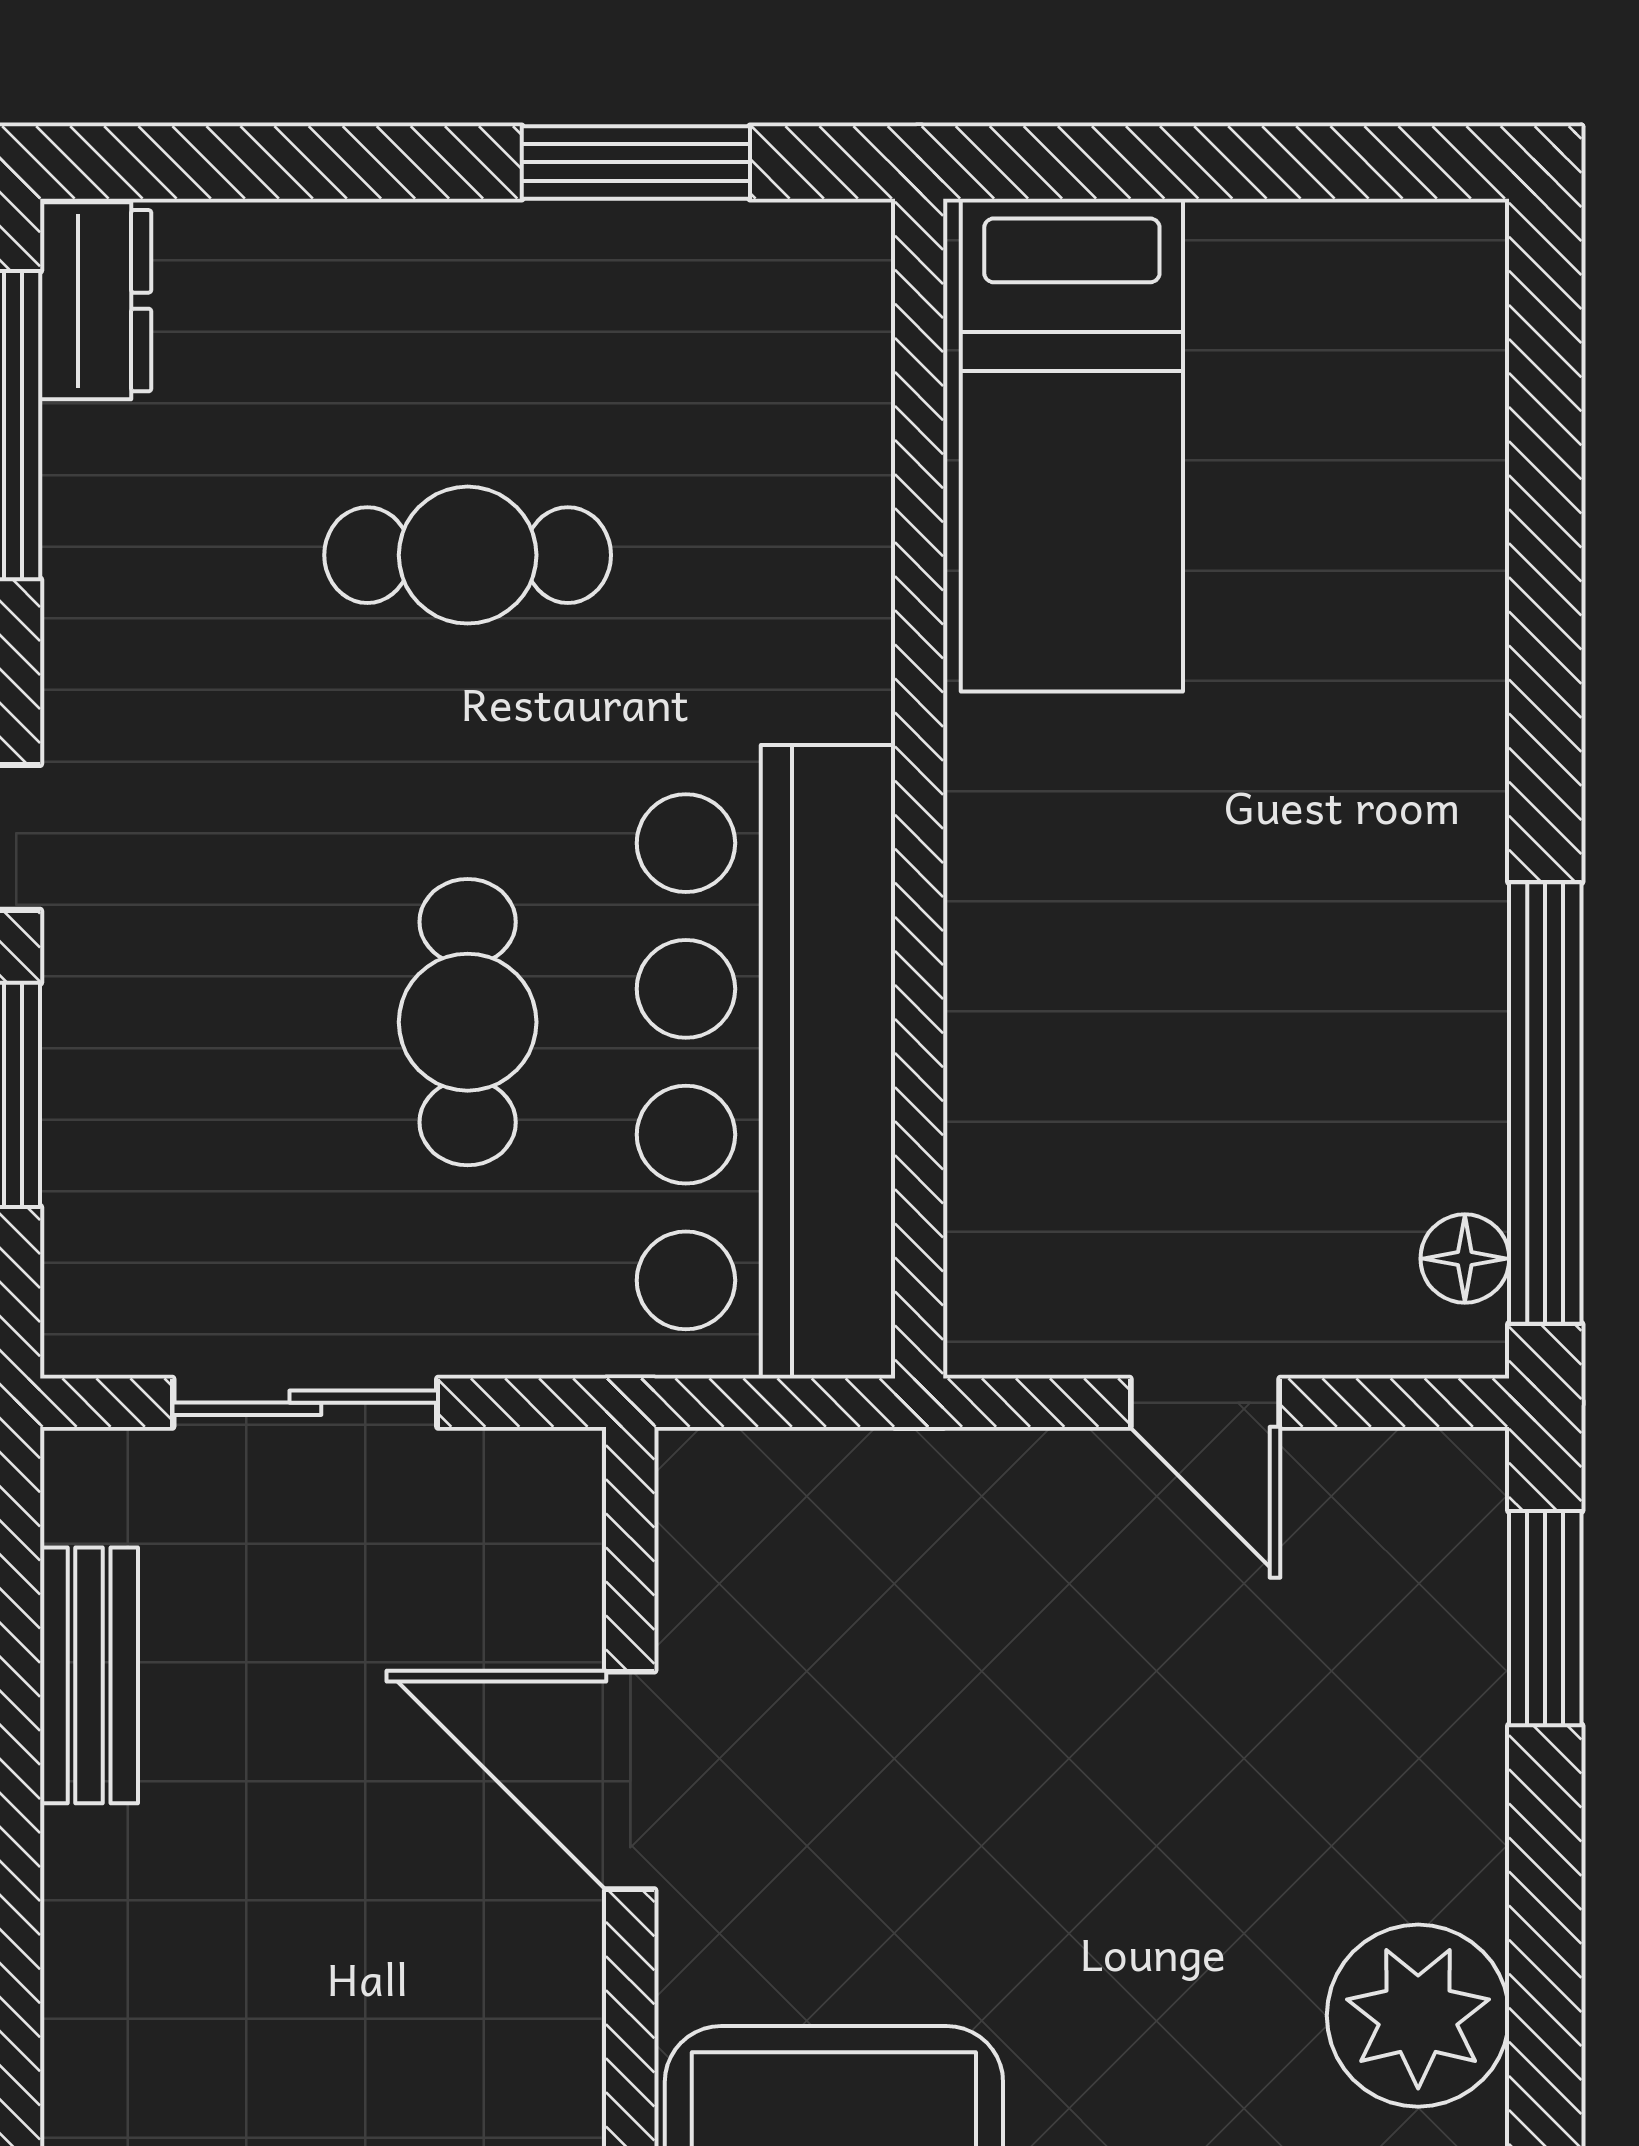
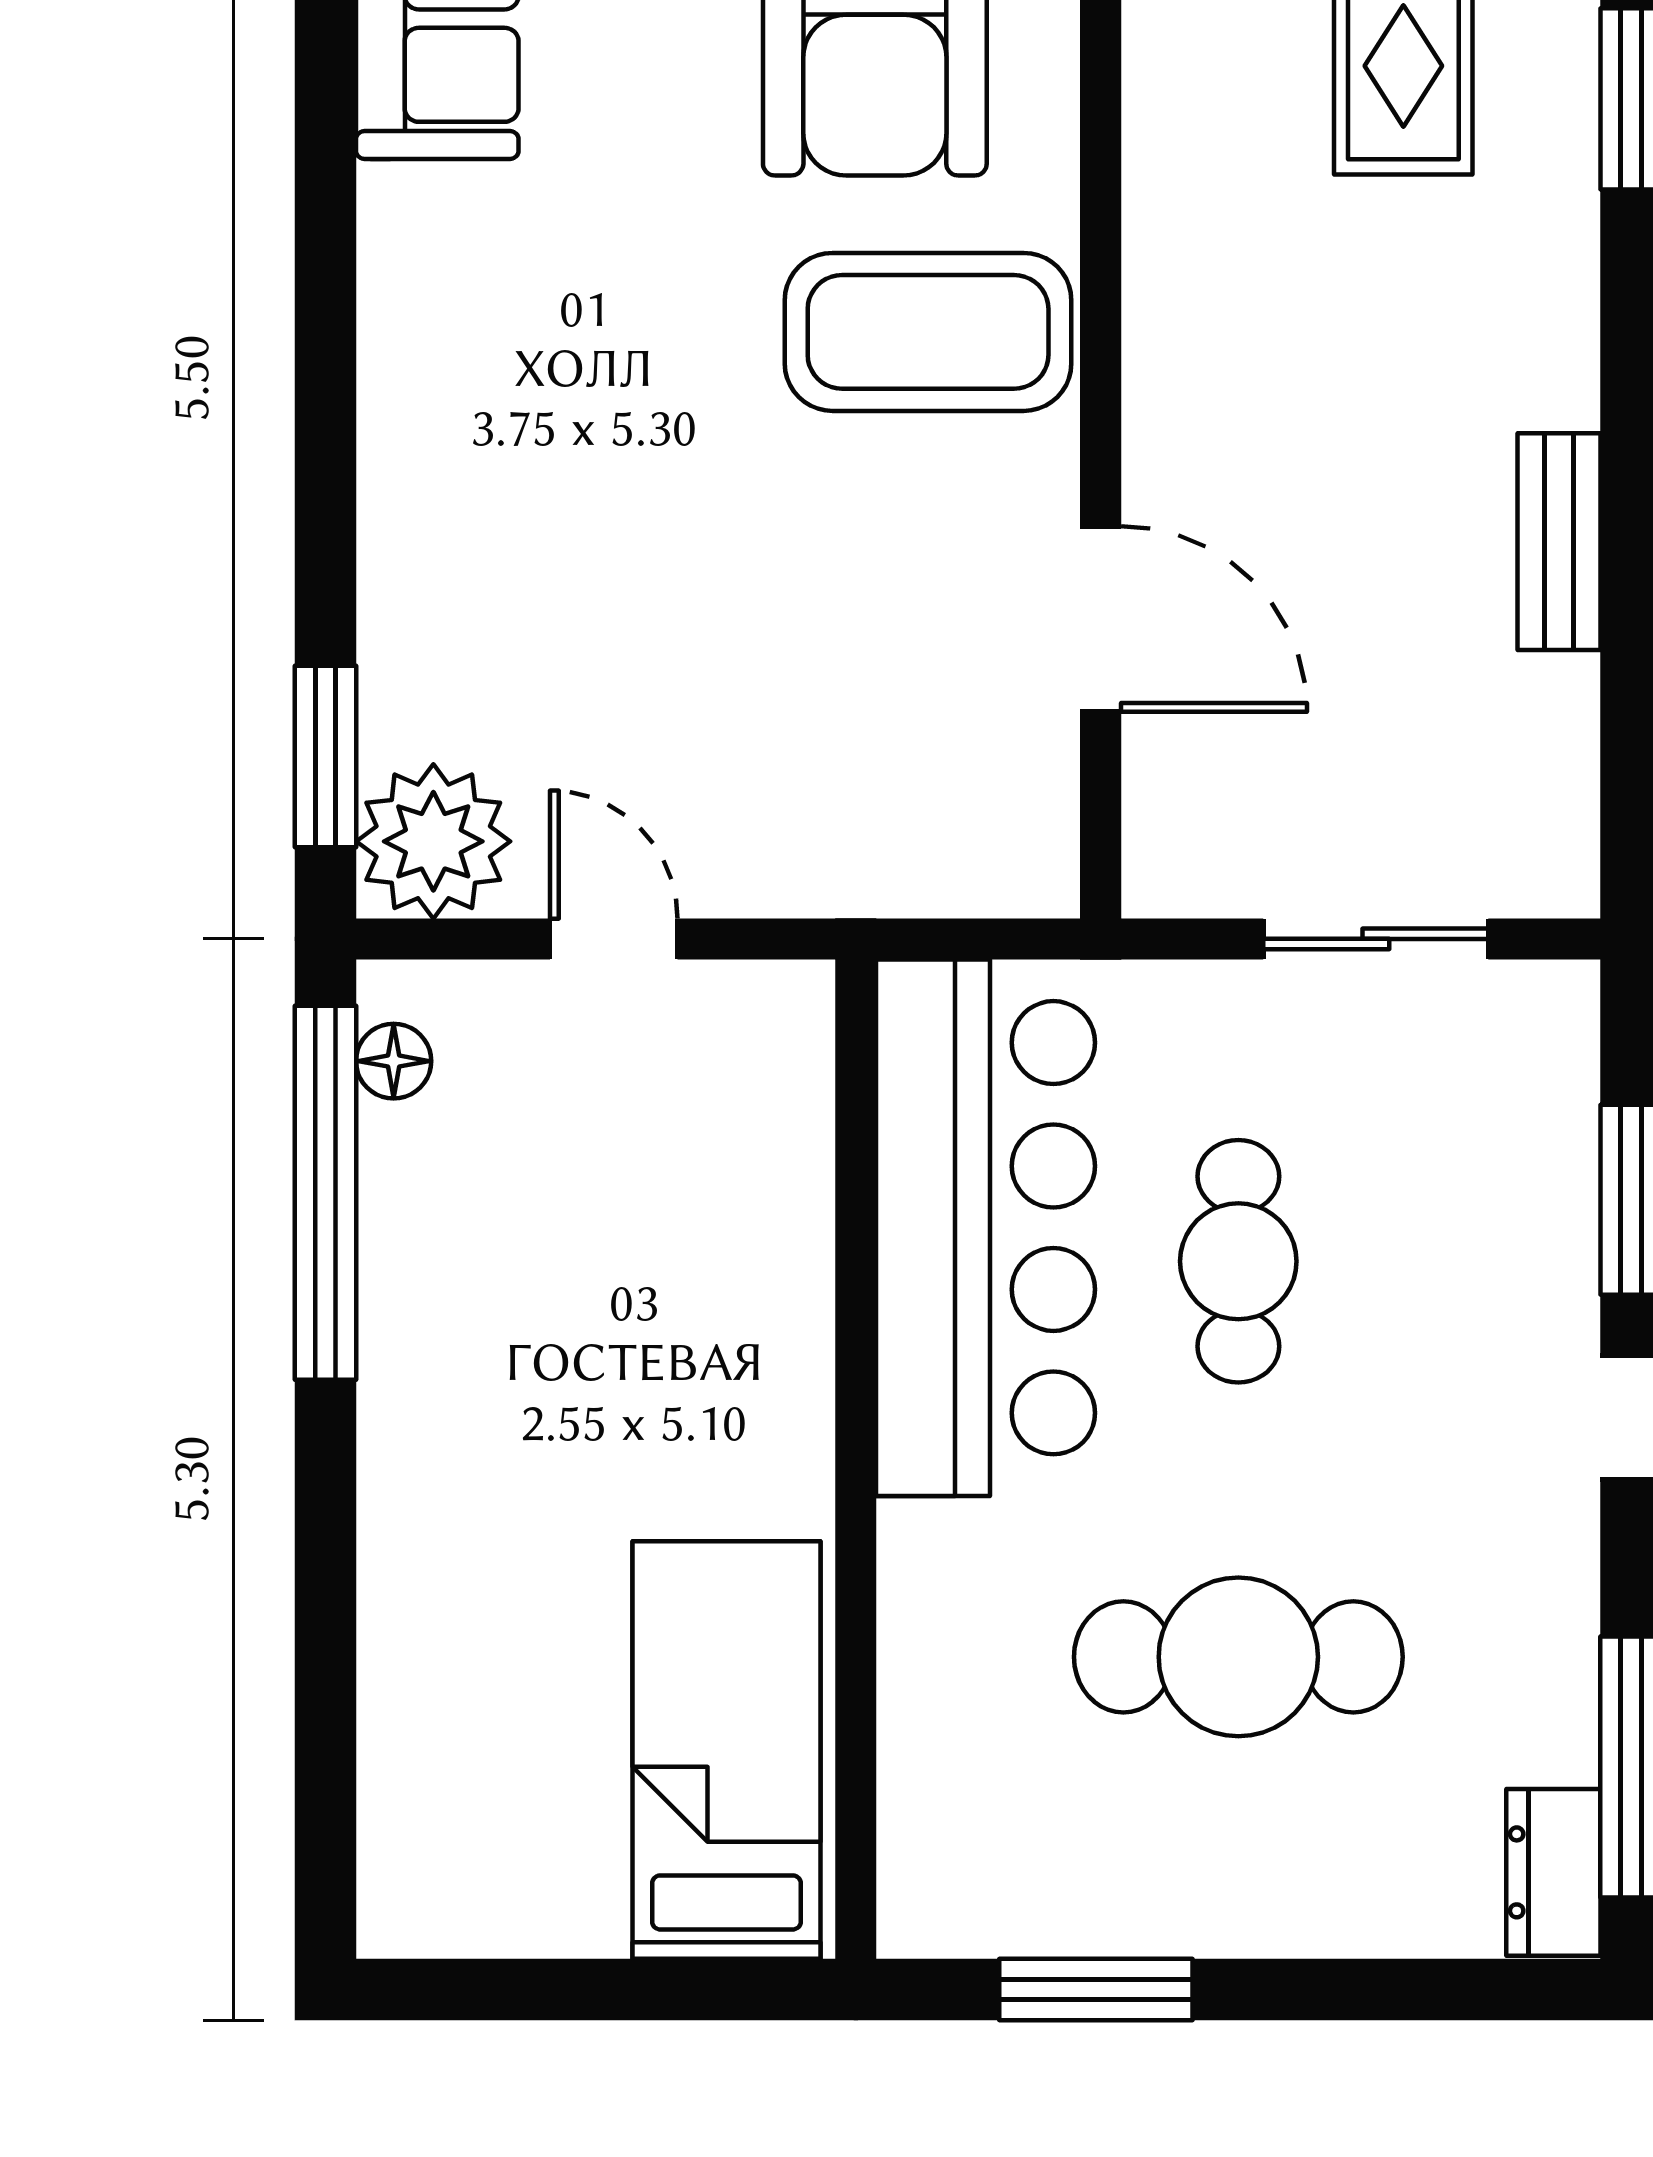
cafe table: (468, 555) -> (1238, 1657), width x1.37, depth x1.35
bench: (89, 1675) -> (1559, 542), moved
plant: (1418, 2016) -> (433, 841), moved

